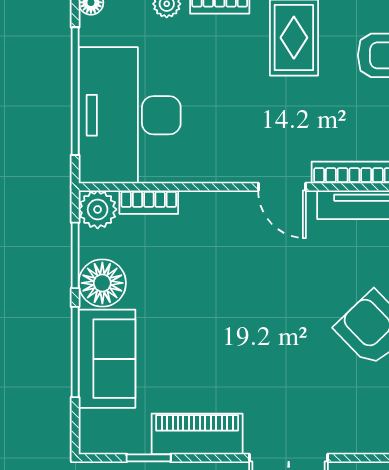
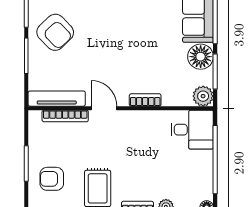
desk: (130, 115) -> (192, 130), width x0.53, depth x0.77
bookcase: (149, 202) -> (145, 100), moved

